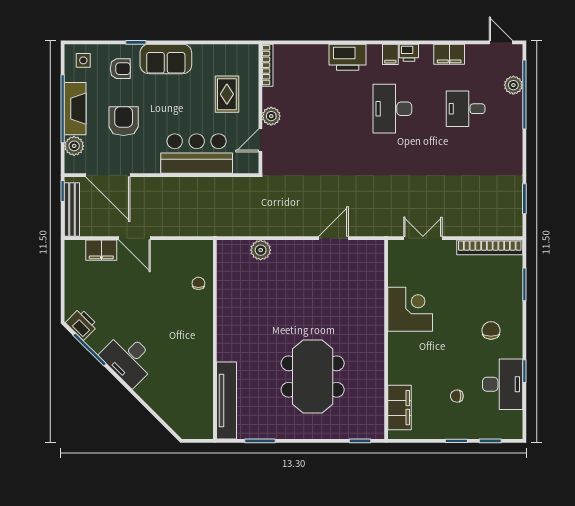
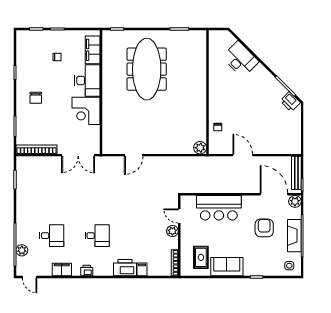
filing cabinet: (390, 54) -> (142, 269), moved
sofa: (166, 59) -> (227, 267), moved
armchair: (120, 69) -> (266, 261), removed
rug: (227, 94) -> (201, 257), moved
desk: (392, 109) -> (97, 236), width x0.73
armchair: (124, 121) -> (264, 228), turned 180
door: (260, 140) -> (179, 216), swing flipped
plant: (74, 146) -> (295, 201), moved
door: (134, 238) -> (243, 155), moved
double door: (423, 238) -> (78, 155), width x1.37
filing cabinet: (101, 250) -> (278, 148), removed
plant: (261, 250) -> (200, 148), moved
desk: (128, 359) -> (240, 59), moved
meeting table: (313, 377) -> (147, 69), width x1.36
desk: (503, 384) -> (87, 80), moved, turned 180
tv unit: (226, 400) -> (200, 54), removed

